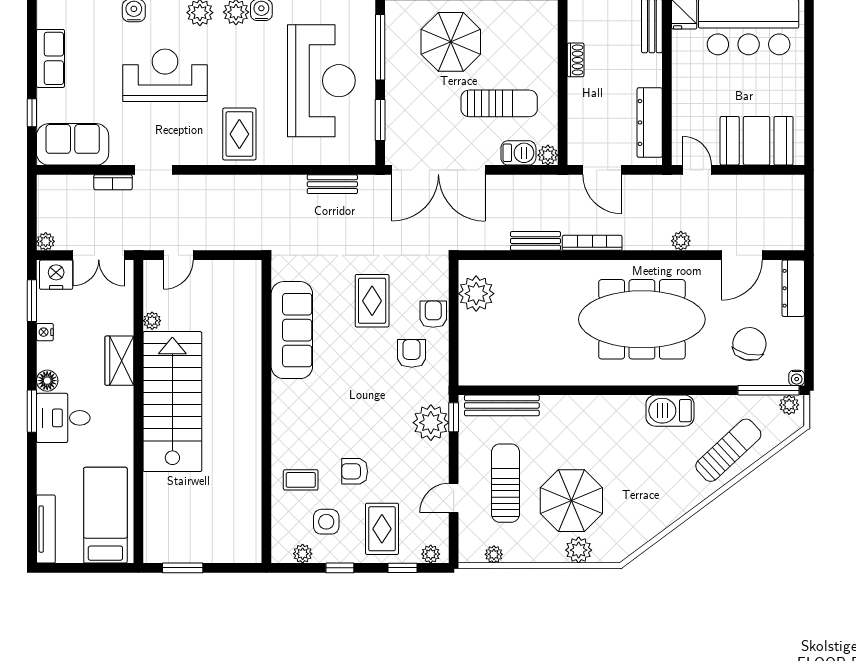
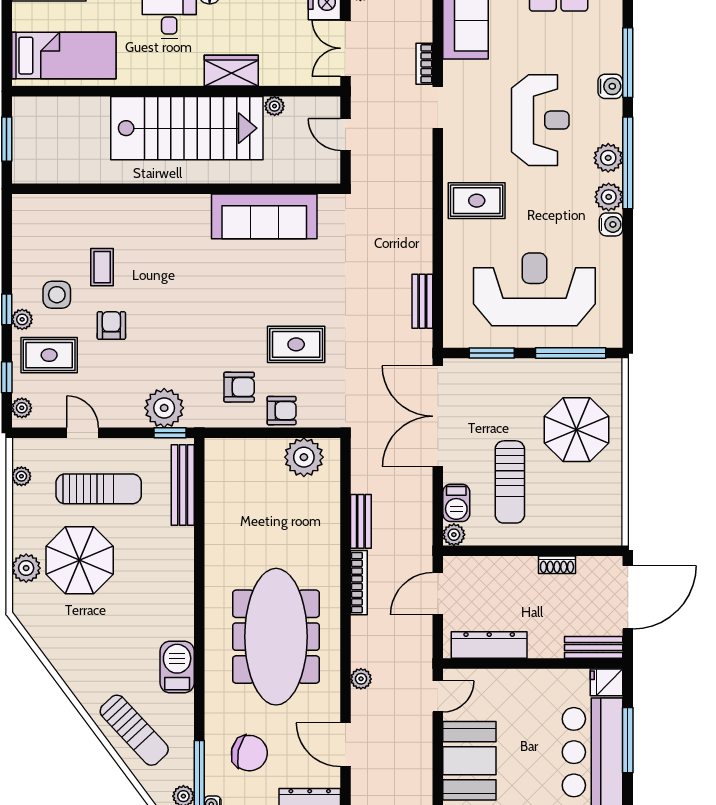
reception desk: (321, 81) -> (534, 289), turned 180
sofa: (292, 330) -> (264, 216), moved
wall: (266, 412) -> (176, 189), moved
plant: (303, 554) -> (22, 319), moved

